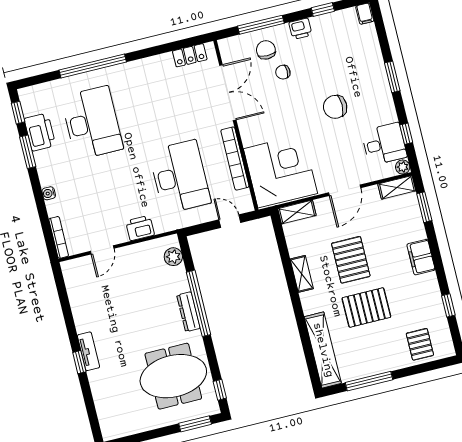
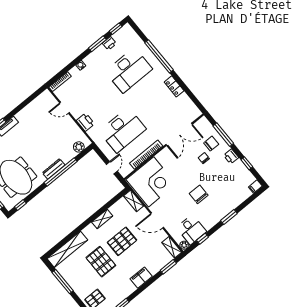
locker: (190, 55) -> (174, 86), moved
printer: (40, 132) -> (109, 43), width x0.53, depth x0.68

